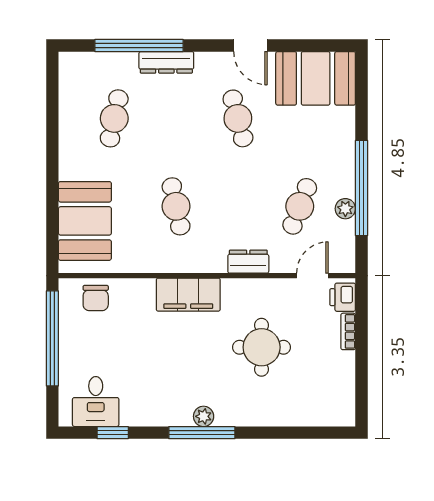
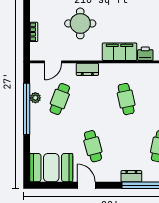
dresser: (166, 62) -> (131, 176), width x0.70
printer: (343, 297) -> (145, 54), moved, turned -90

